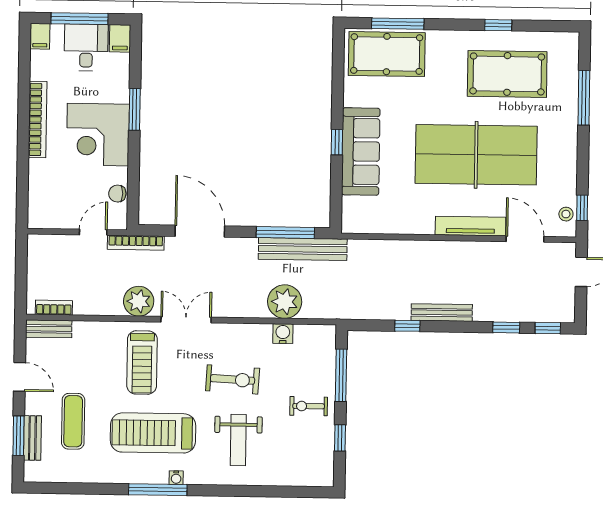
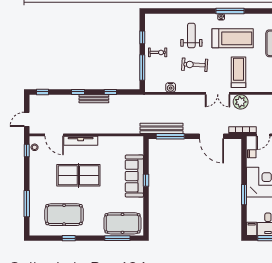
table tennis table: (476, 155) -> (78, 175), width x0.73, depth x0.76
plant: (285, 302) -> (170, 103), removed
window: (506, 327) -> (78, 92), moved

